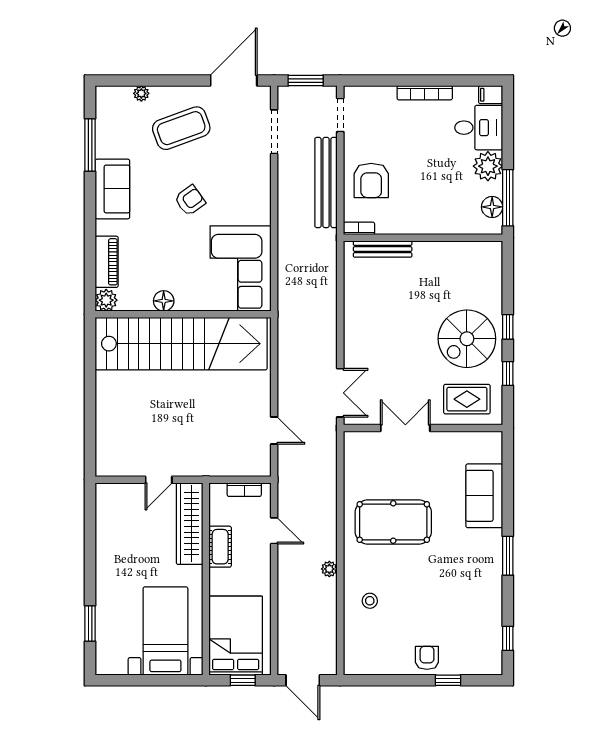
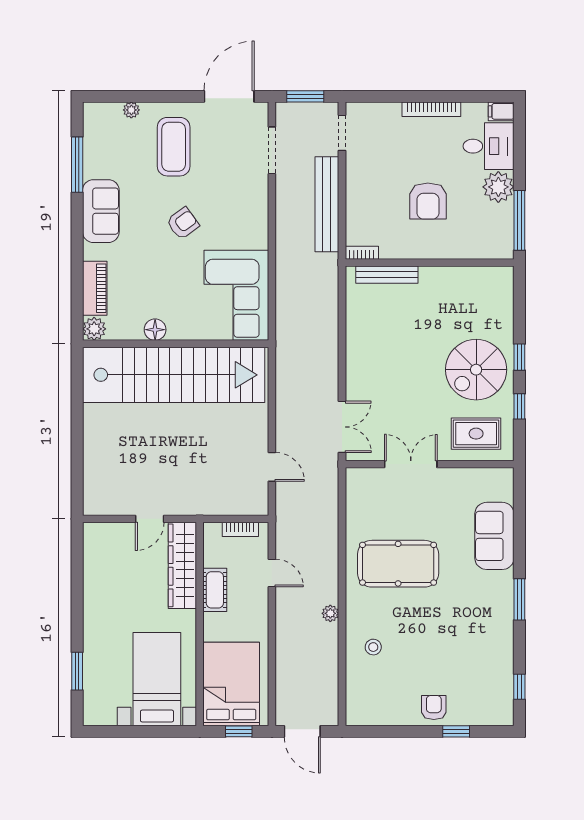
coffee table: (181, 128) -> (174, 147), turned -70
armchair: (371, 180) -> (428, 201), moved
floor lamp: (492, 207) -> (503, 230), removed

